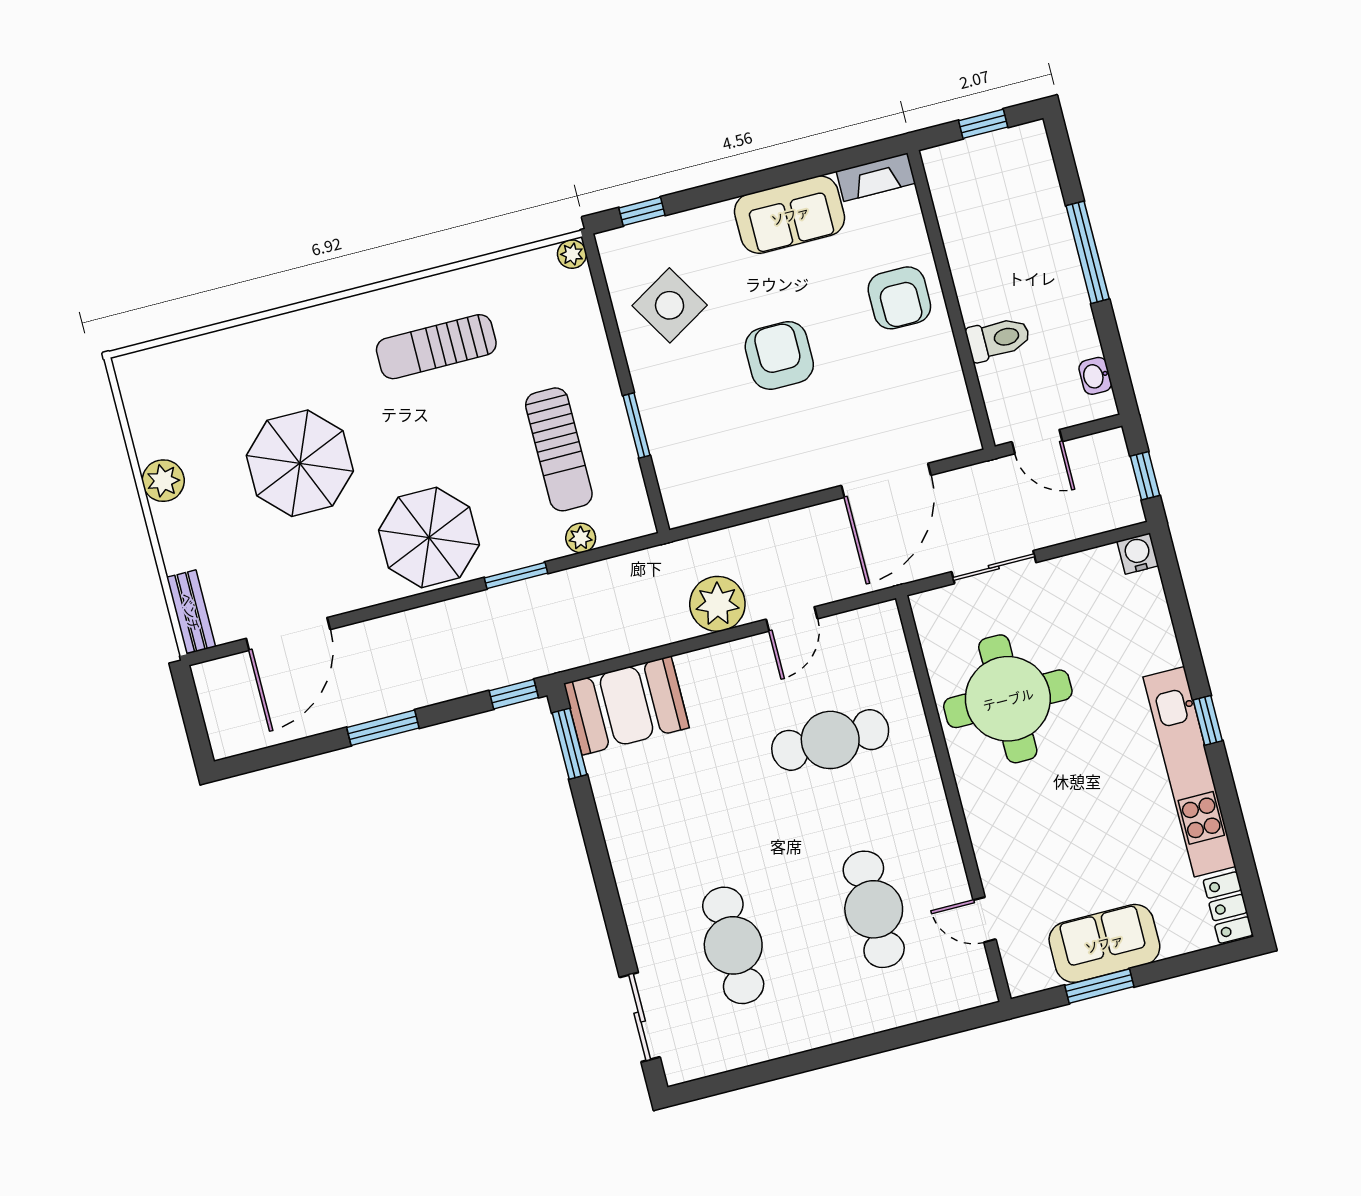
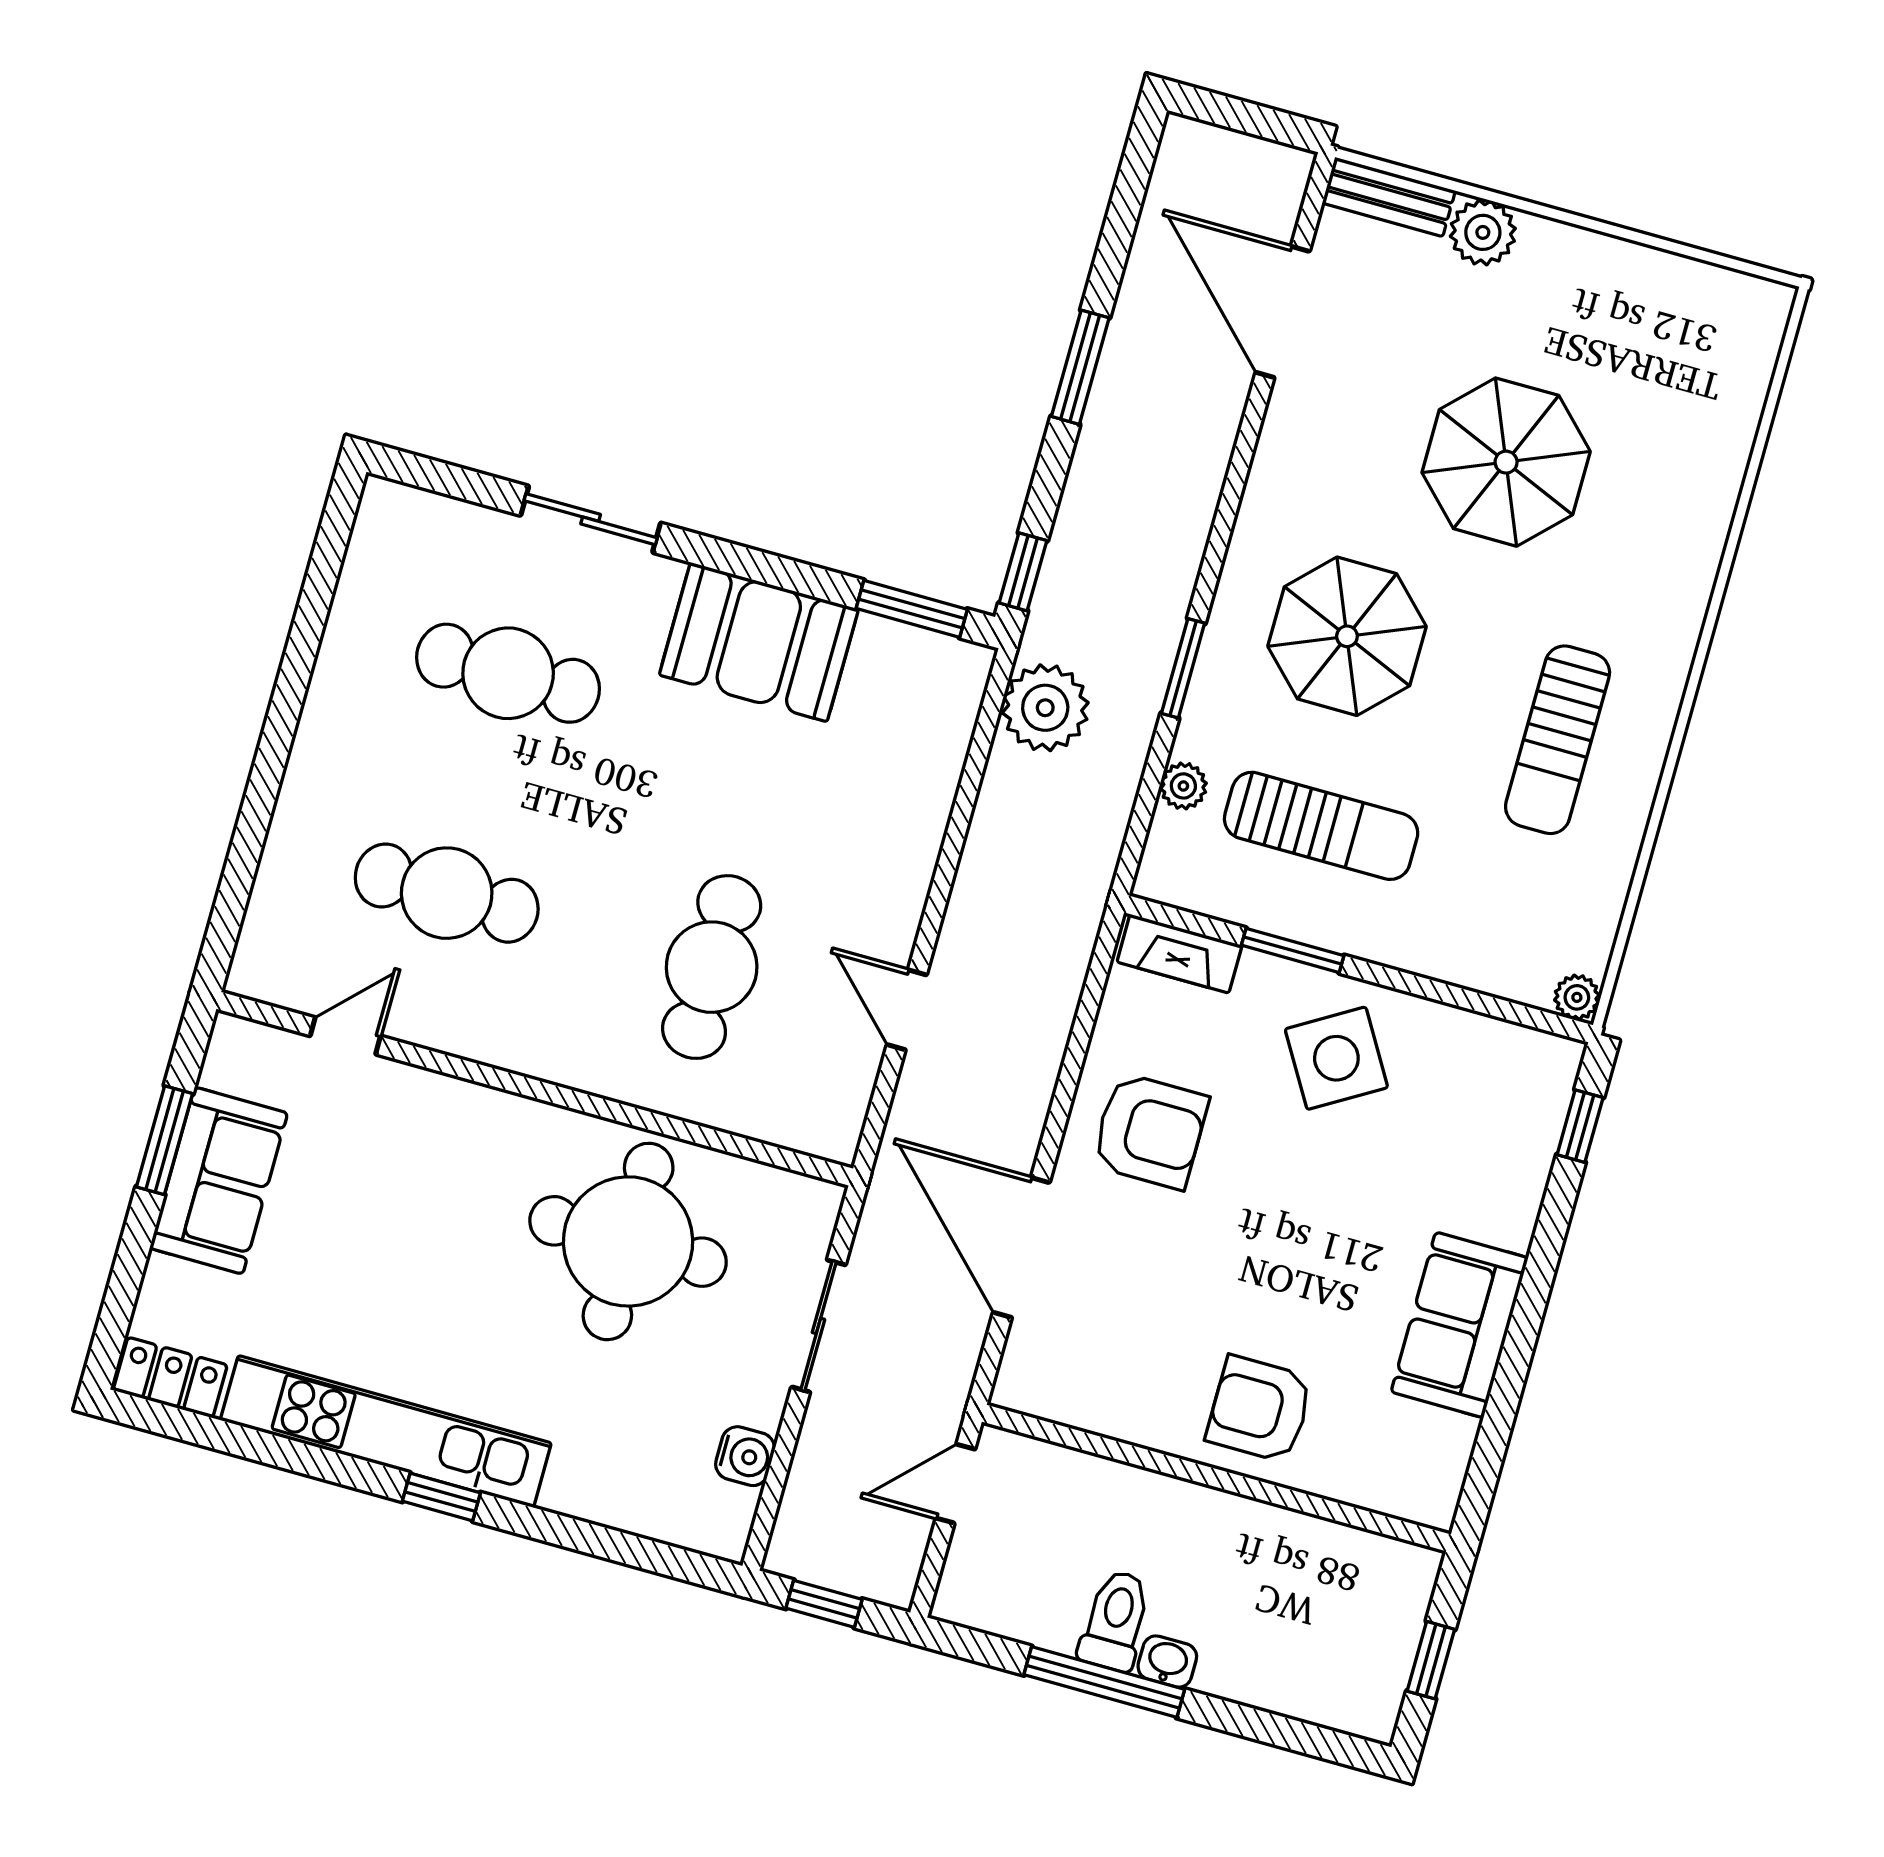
fireplace: (876, 177) -> (1179, 954), moved, turned -90
window: (1088, 252) -> (1104, 1682), moved
side table: (670, 305) -> (1336, 1058), moved
toilet: (998, 339) -> (1115, 1620), moved, turned 180
sun lounger: (436, 347) -> (1558, 740), turned 180
armchair: (779, 355) -> (1150, 1131), moved
washbasin: (1095, 376) -> (1167, 1662), moved
sun lounger: (559, 449) -> (1321, 826), turned 180
plant: (163, 481) -> (1483, 232), moved
parasol: (429, 537) -> (1347, 636), moved
water cooler: (1138, 554) -> (745, 1456), moved
plant: (717, 604) -> (1045, 708), moved
booth: (627, 706) -> (759, 642), moved, turned 90
sliding door: (640, 1017) -> (591, 519), moved

